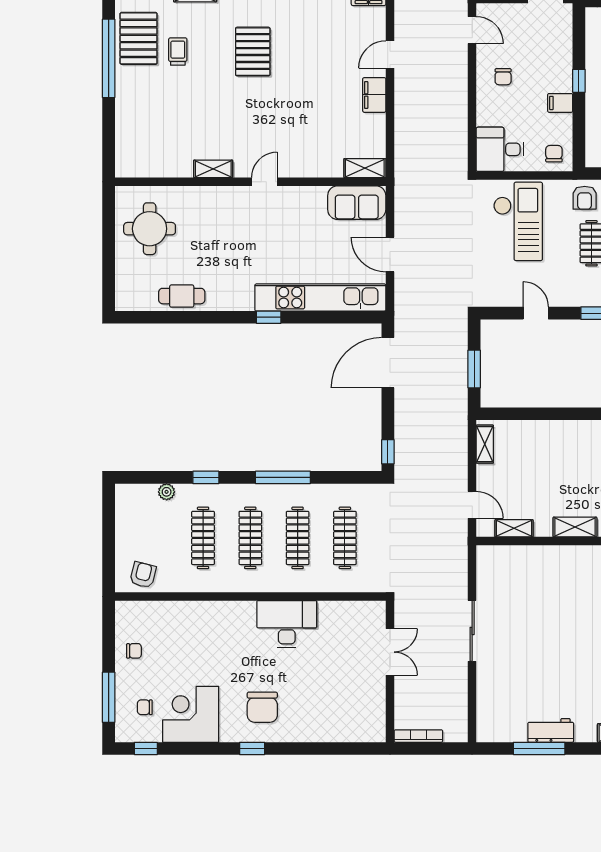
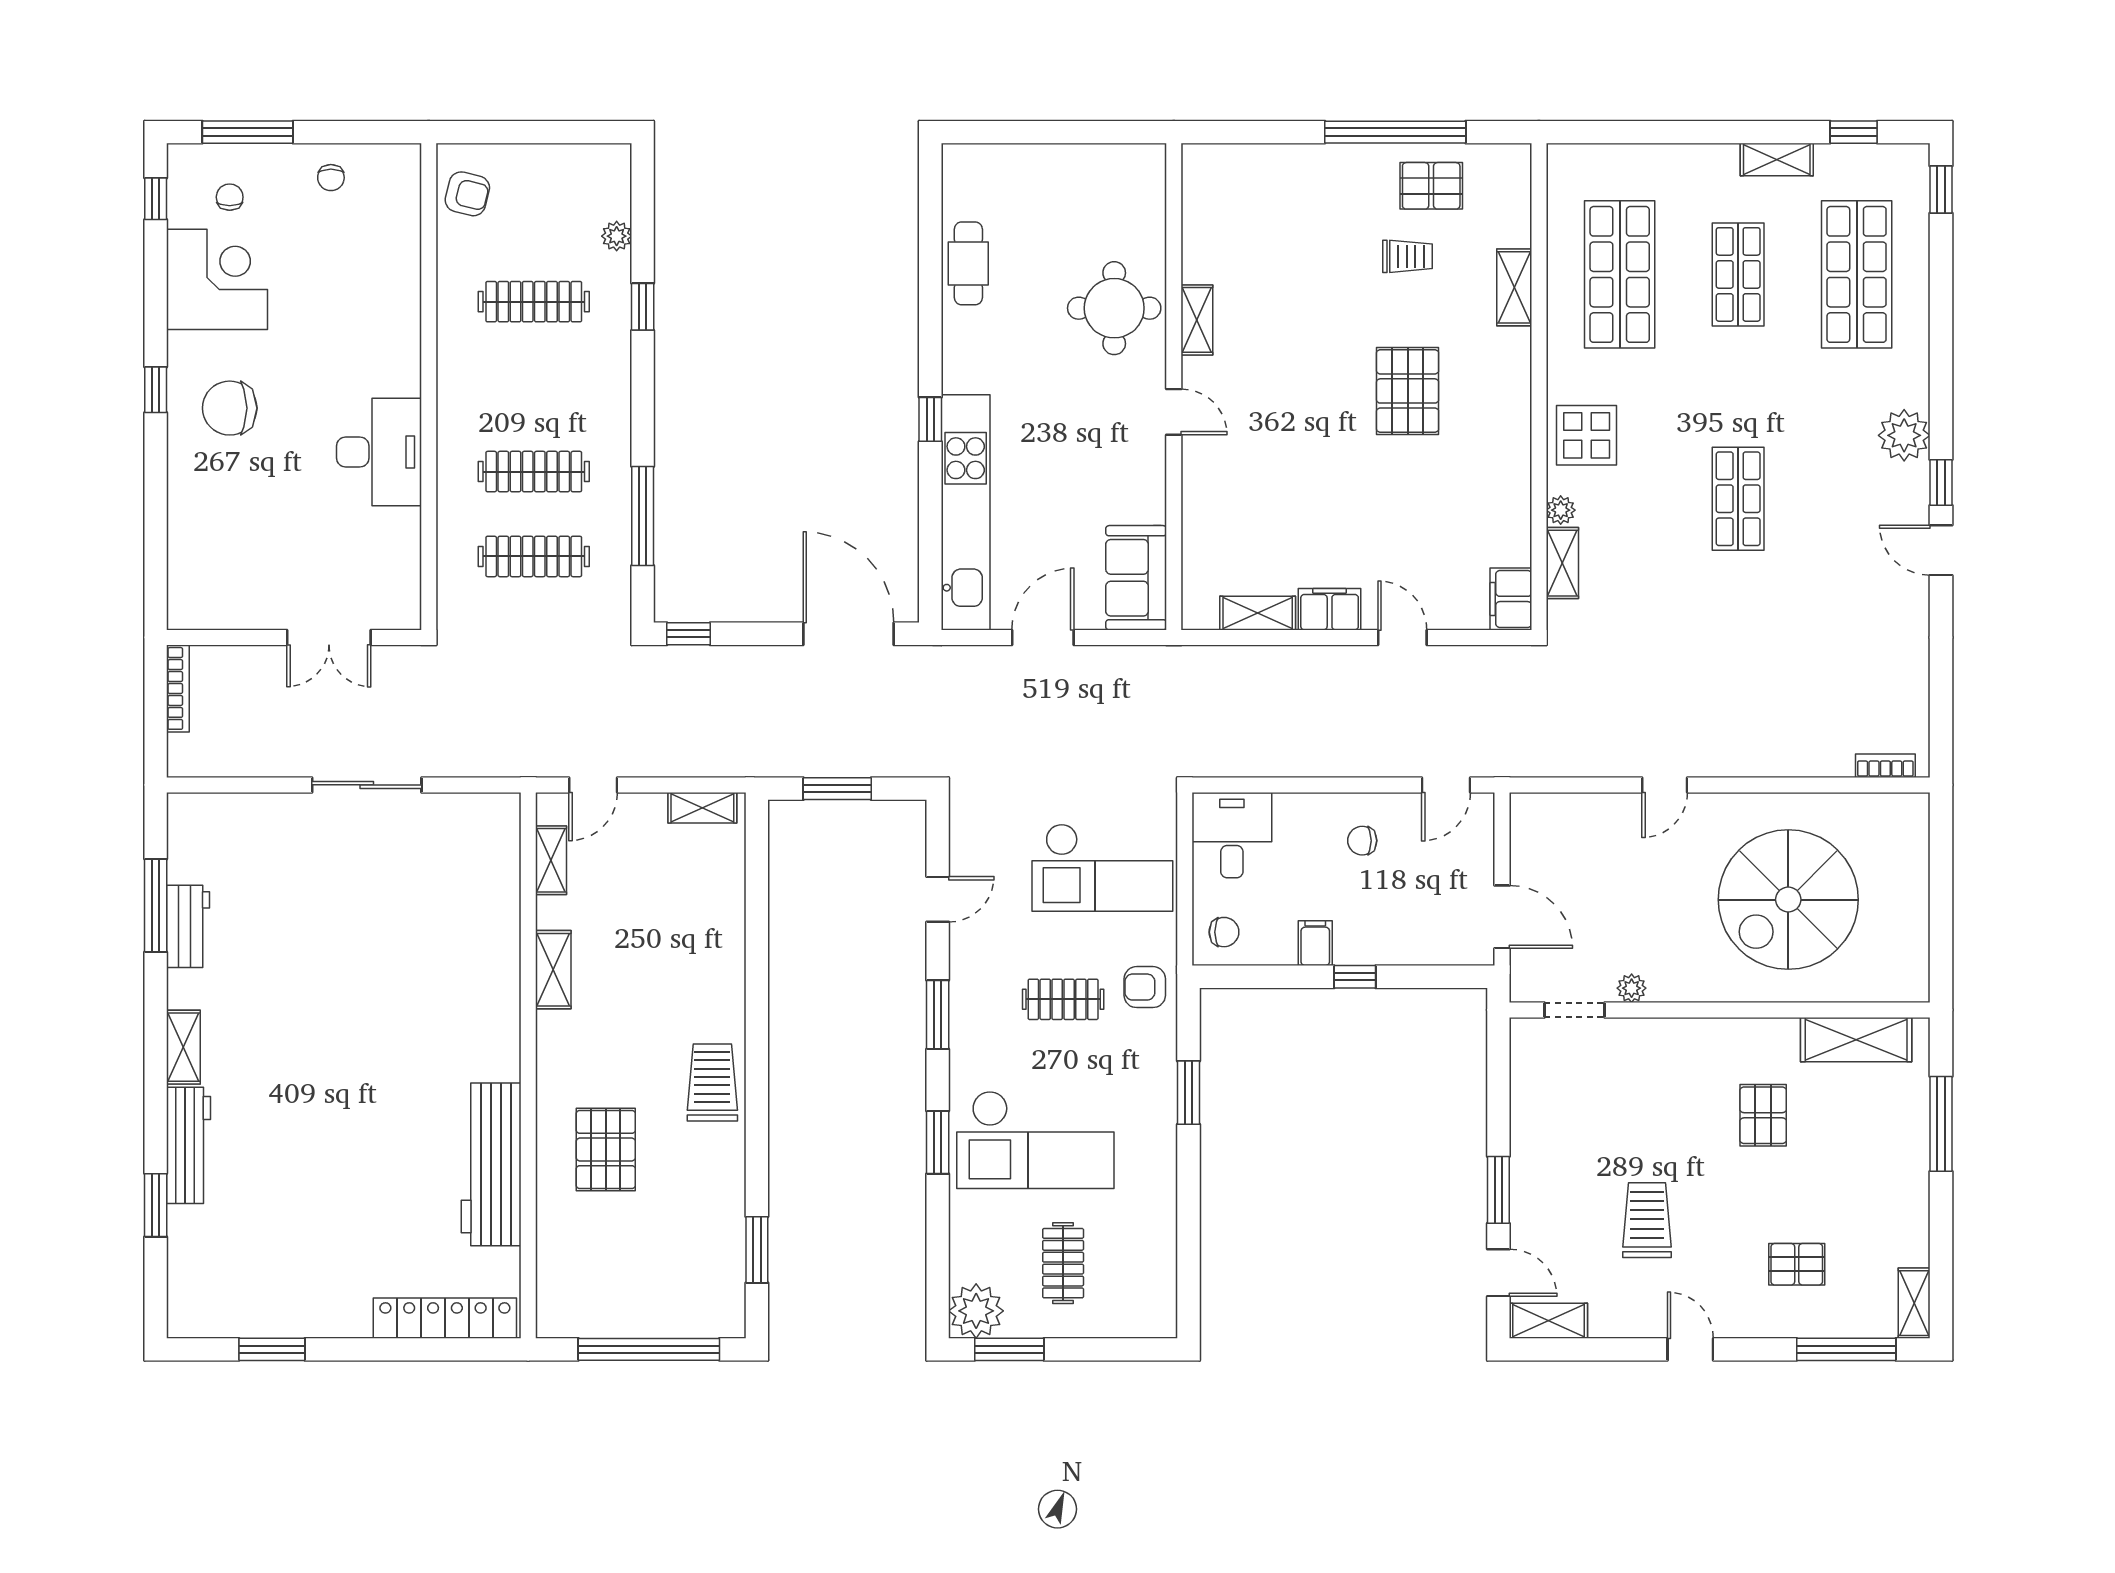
pallet: (139, 38) -> (1431, 186), width x0.67, depth x0.71
pallet: (253, 52) -> (1408, 391), turned 90
shelving: (365, 168) -> (1258, 613), moved, turned 90
round table: (150, 229) -> (1114, 308), moved
window: (283, 477) -> (643, 516), moved
clothes rail: (250, 538) -> (534, 387), removed

